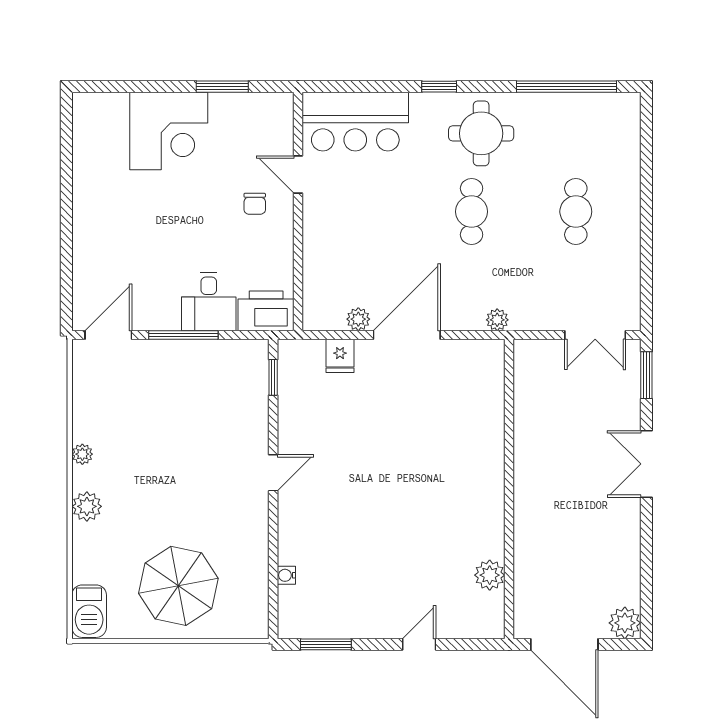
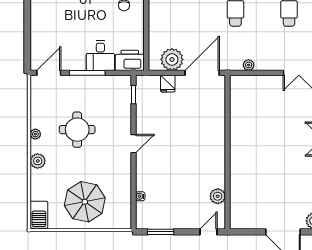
plant: (358, 319) -> (172, 59), width x1.87, depth x1.87
round table: (164, 445) -> (77, 130), added
wall: (509, 489) -> (228, 152), moved
plant: (490, 575) -> (218, 196), moved

